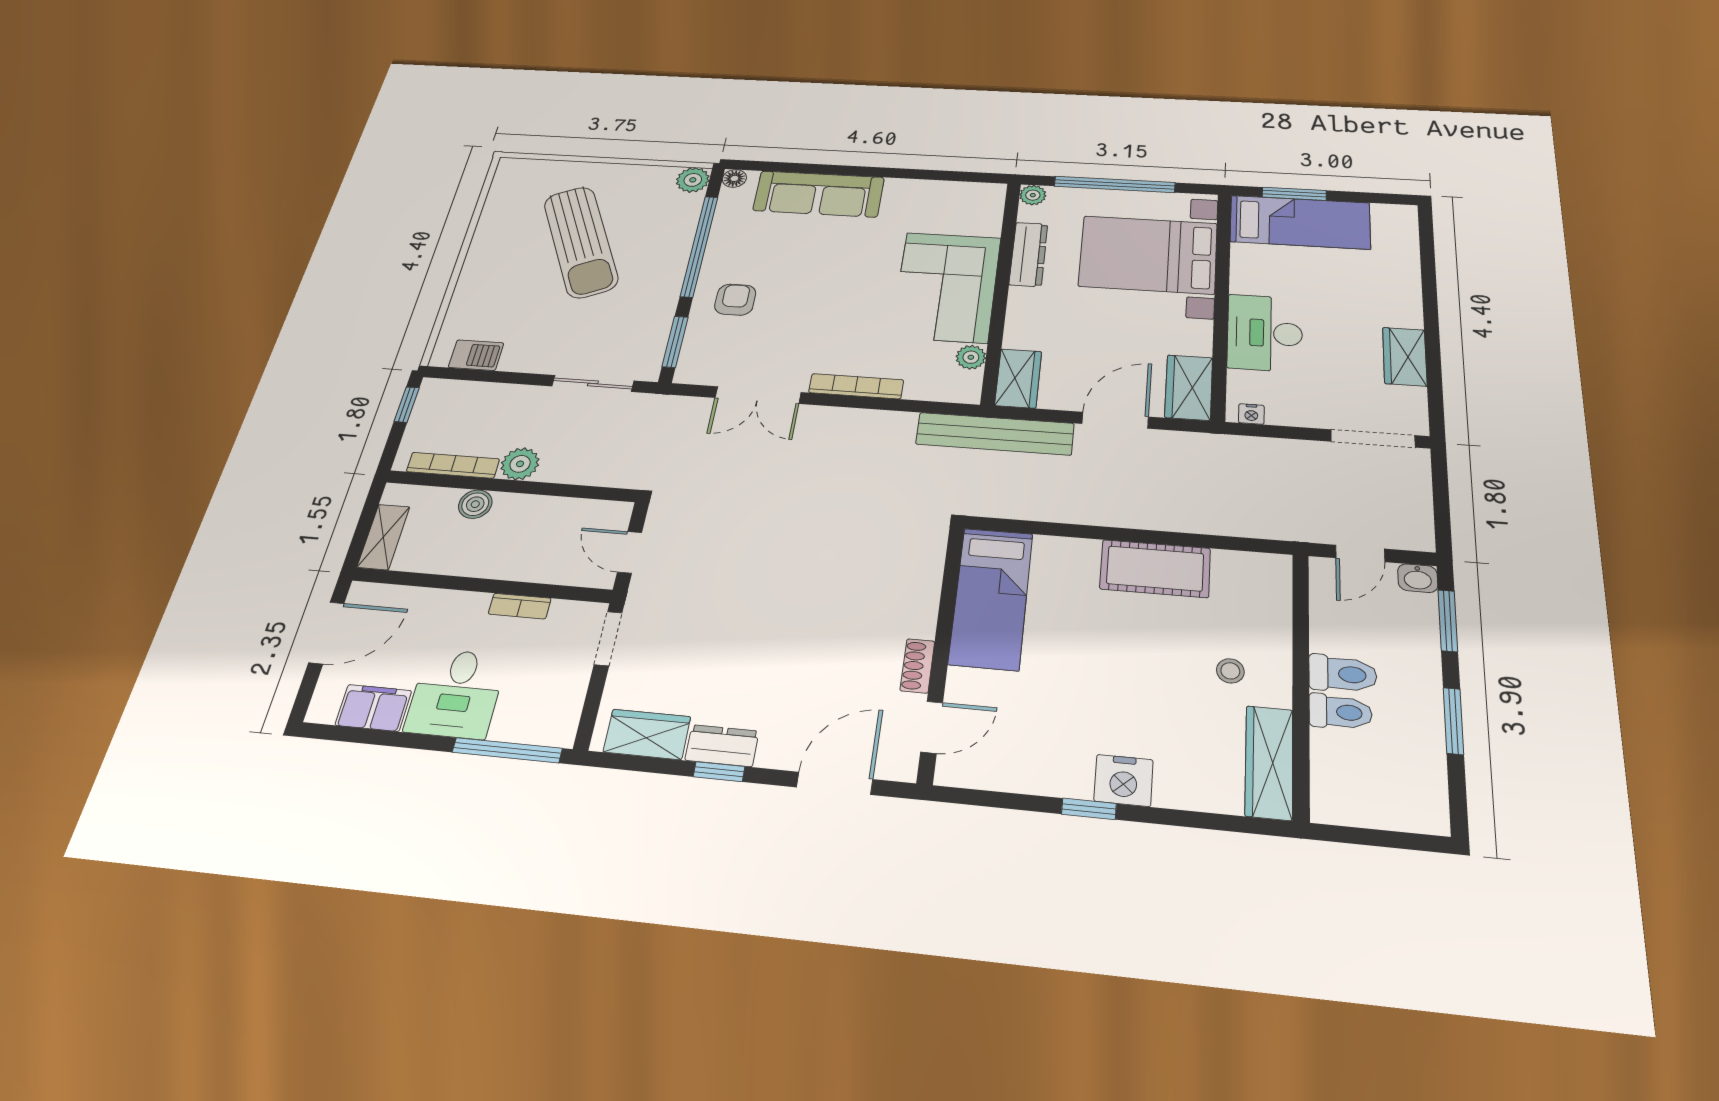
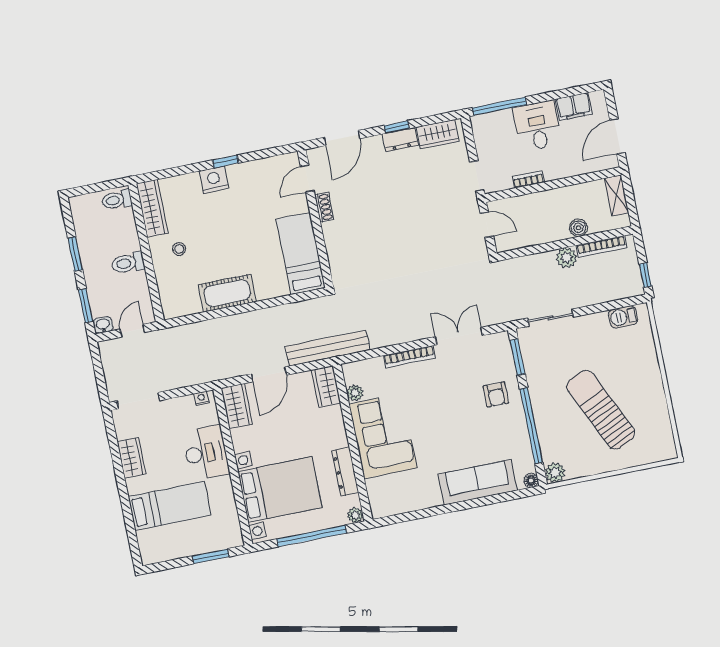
bed: (1300, 222) -> (170, 506), moved, turned 180
toilet: (1341, 712) -> (117, 200), moved

